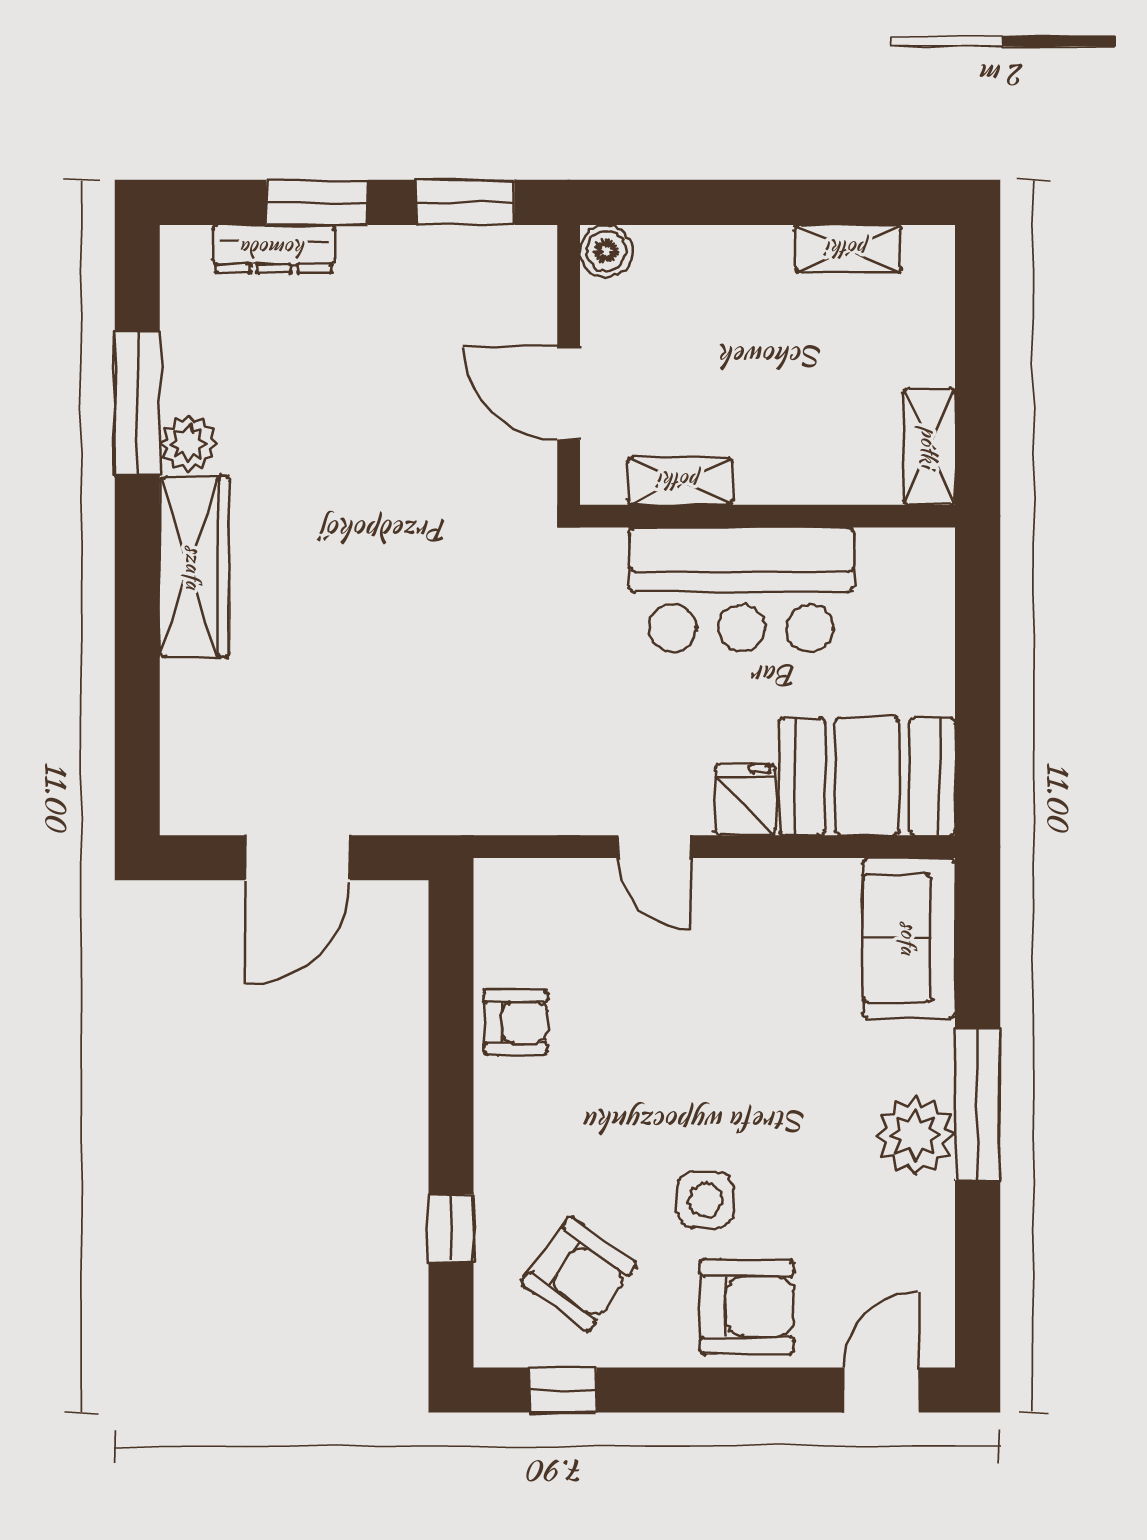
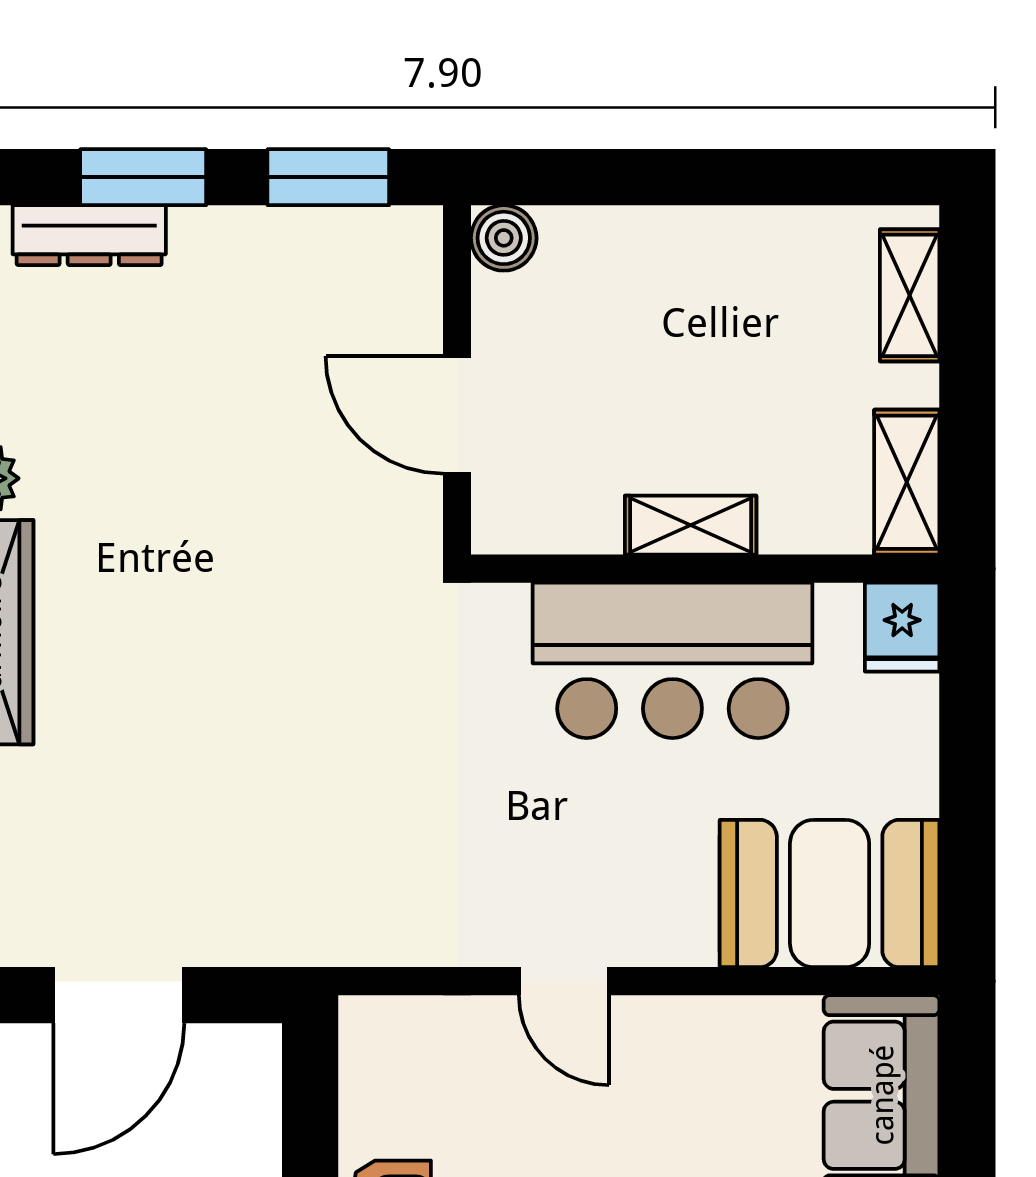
shelving: (848, 249) -> (910, 295), moved, turned 90
shelving: (680, 481) -> (691, 525), moved
fridge: (745, 800) -> (902, 627), moved, turned 180

